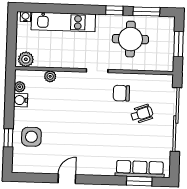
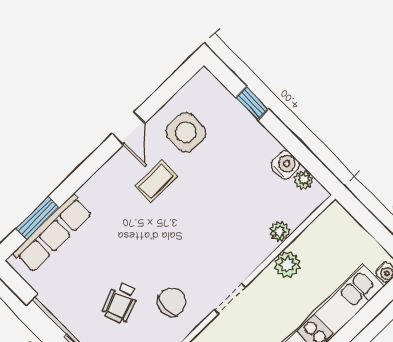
plant: (26, 59) -> (287, 265), moved
side table: (31, 137) -> (186, 132), moved
coffee table: (78, 147) -> (156, 181), added

